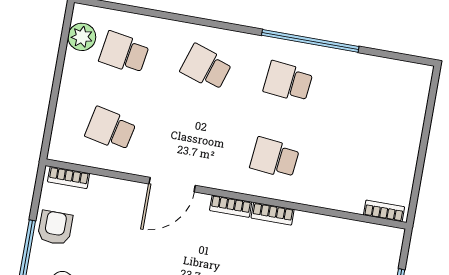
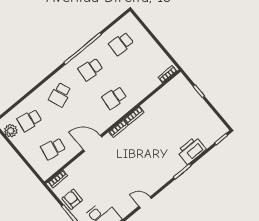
school desk: (206, 67) -> (60, 95), turned -39
school desk: (370, 96) -> (121, 44), added
door: (172, 185) -> (92, 143), swing flipped

